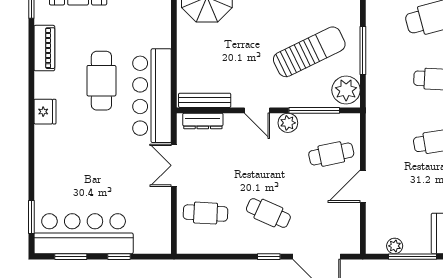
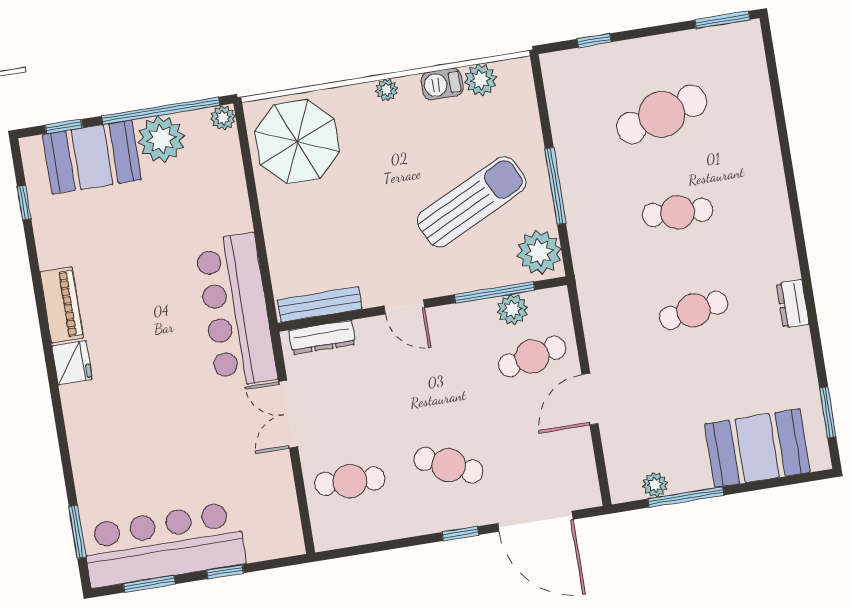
piano: (44, 48) -> (62, 305), moved
cafe table: (101, 81) -> (153, 300), removed
plant: (288, 123) -> (512, 310), moved

